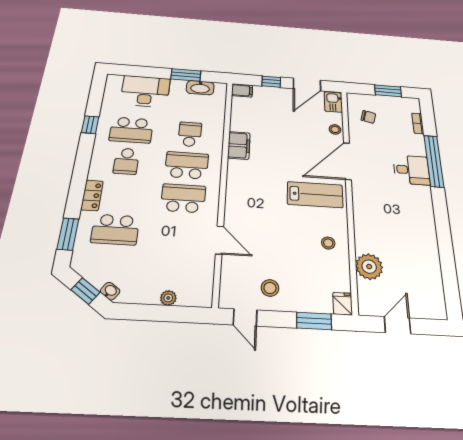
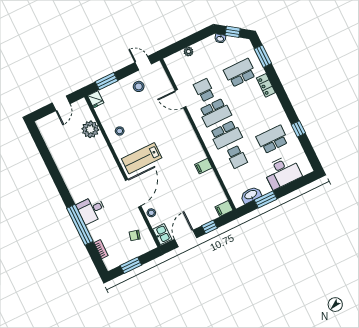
filing cabinet: (239, 145) -> (203, 166), width x0.50
school desk: (126, 161) -> (204, 90), moved

